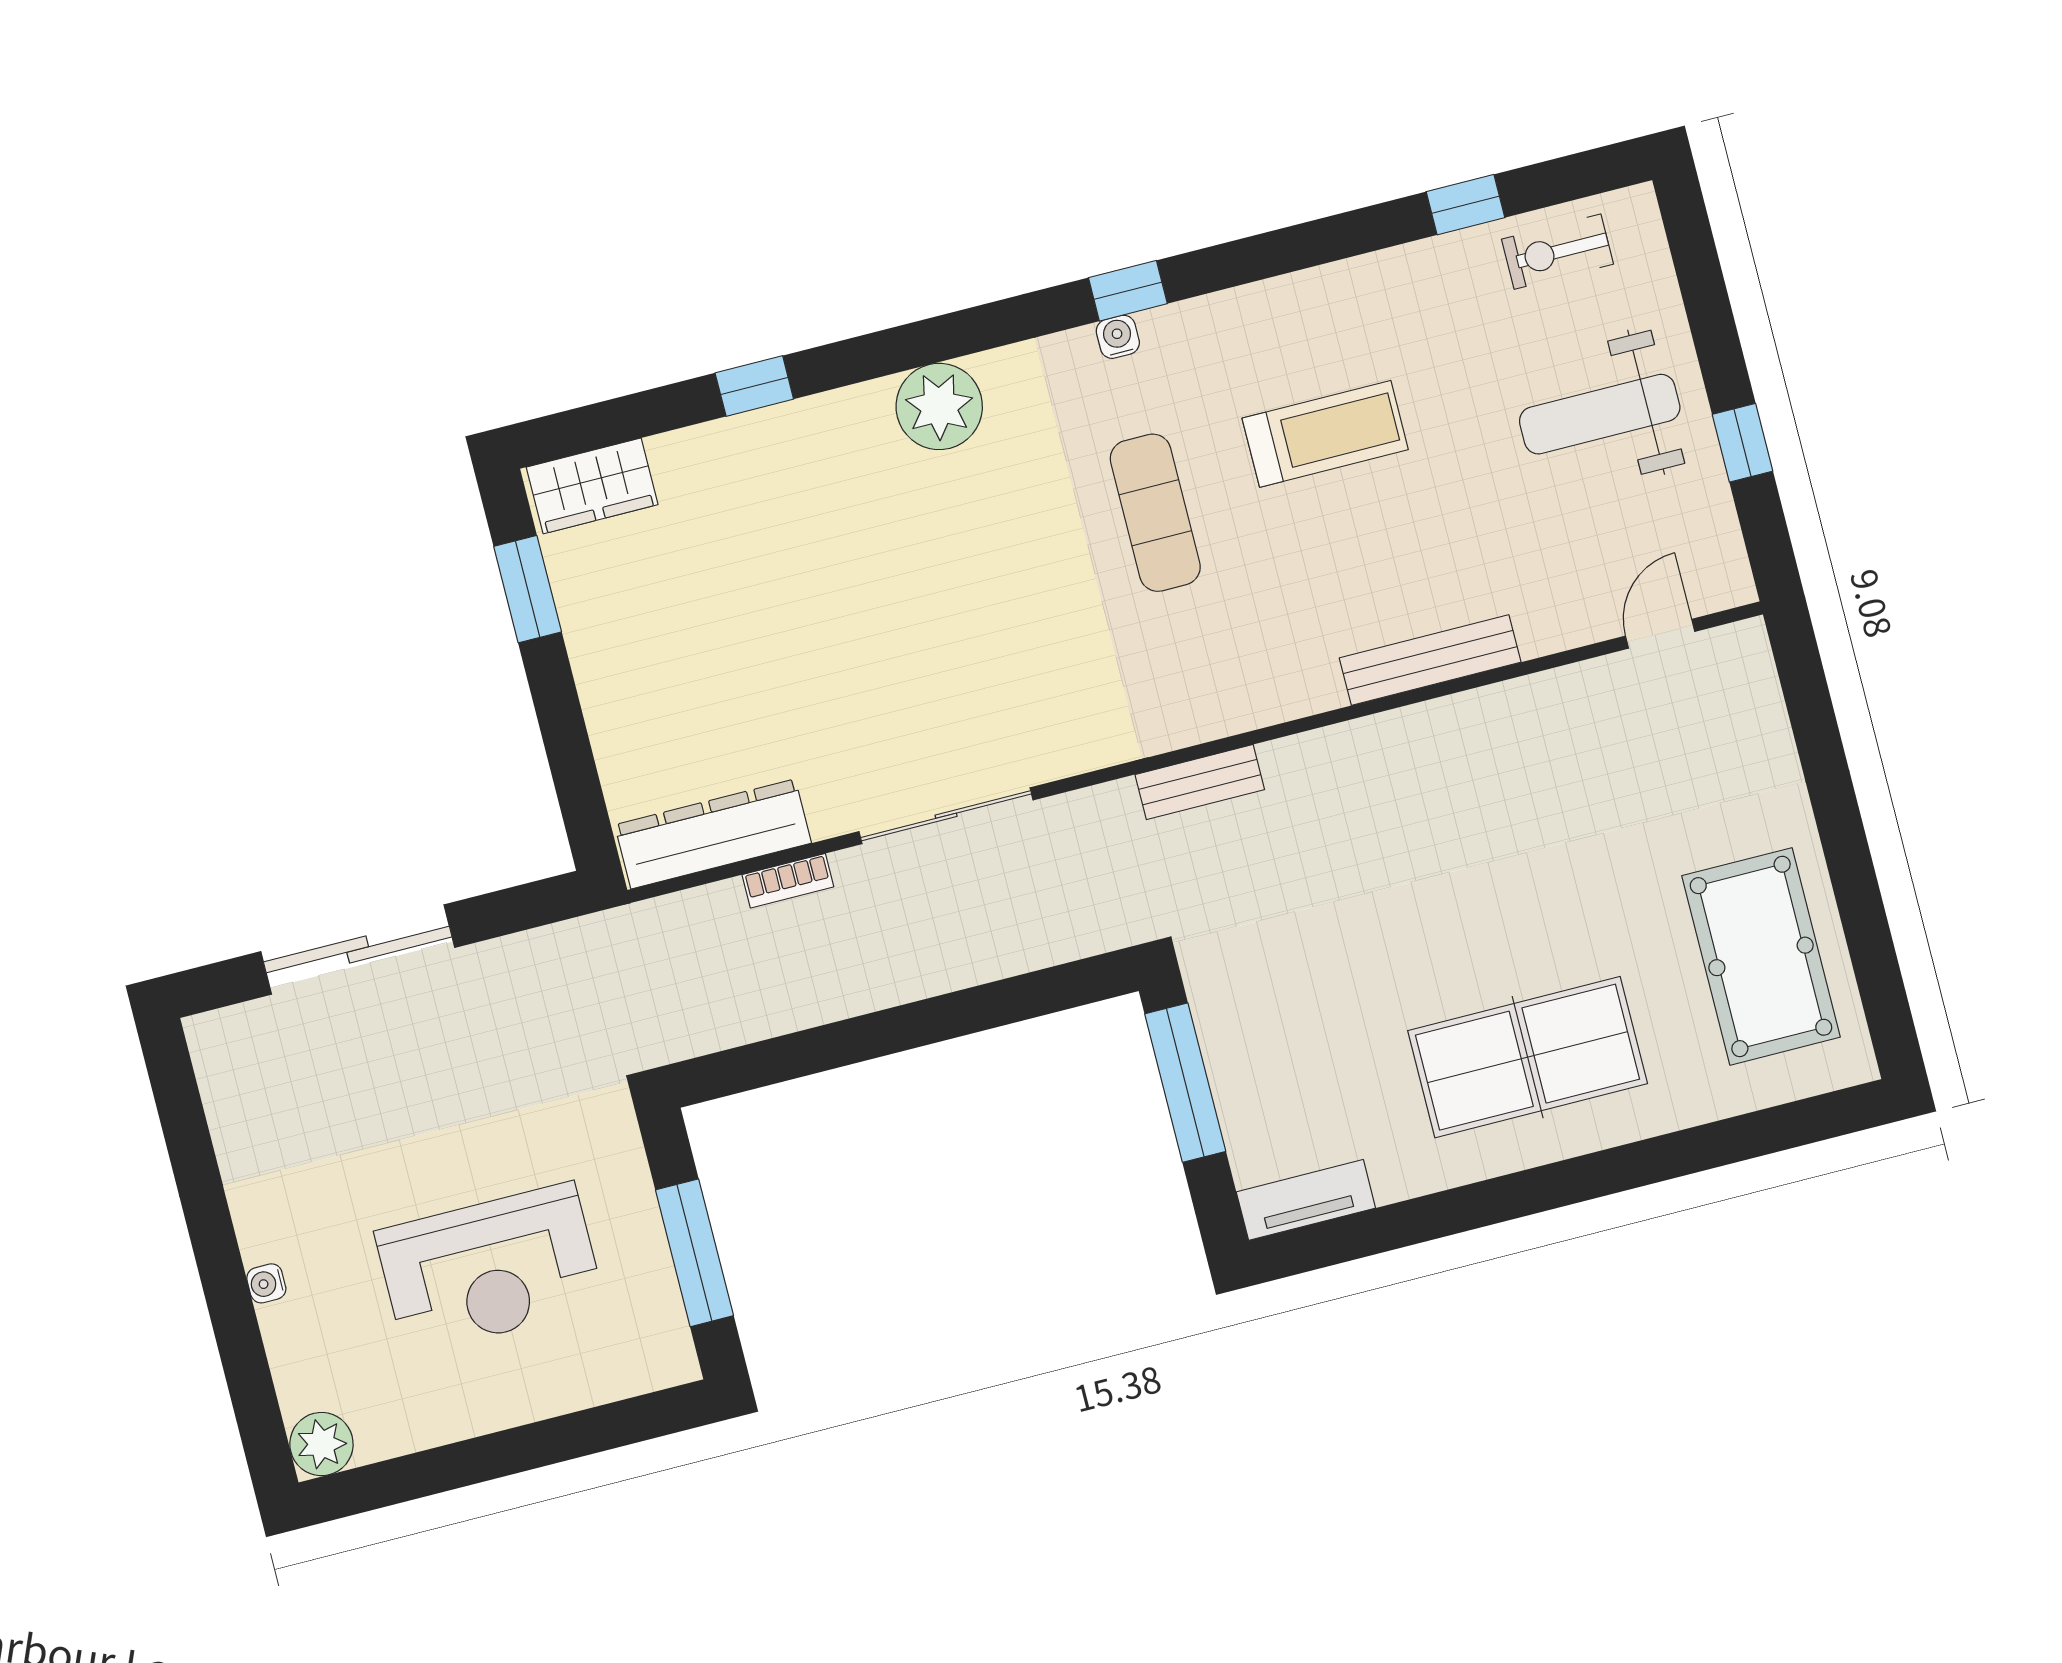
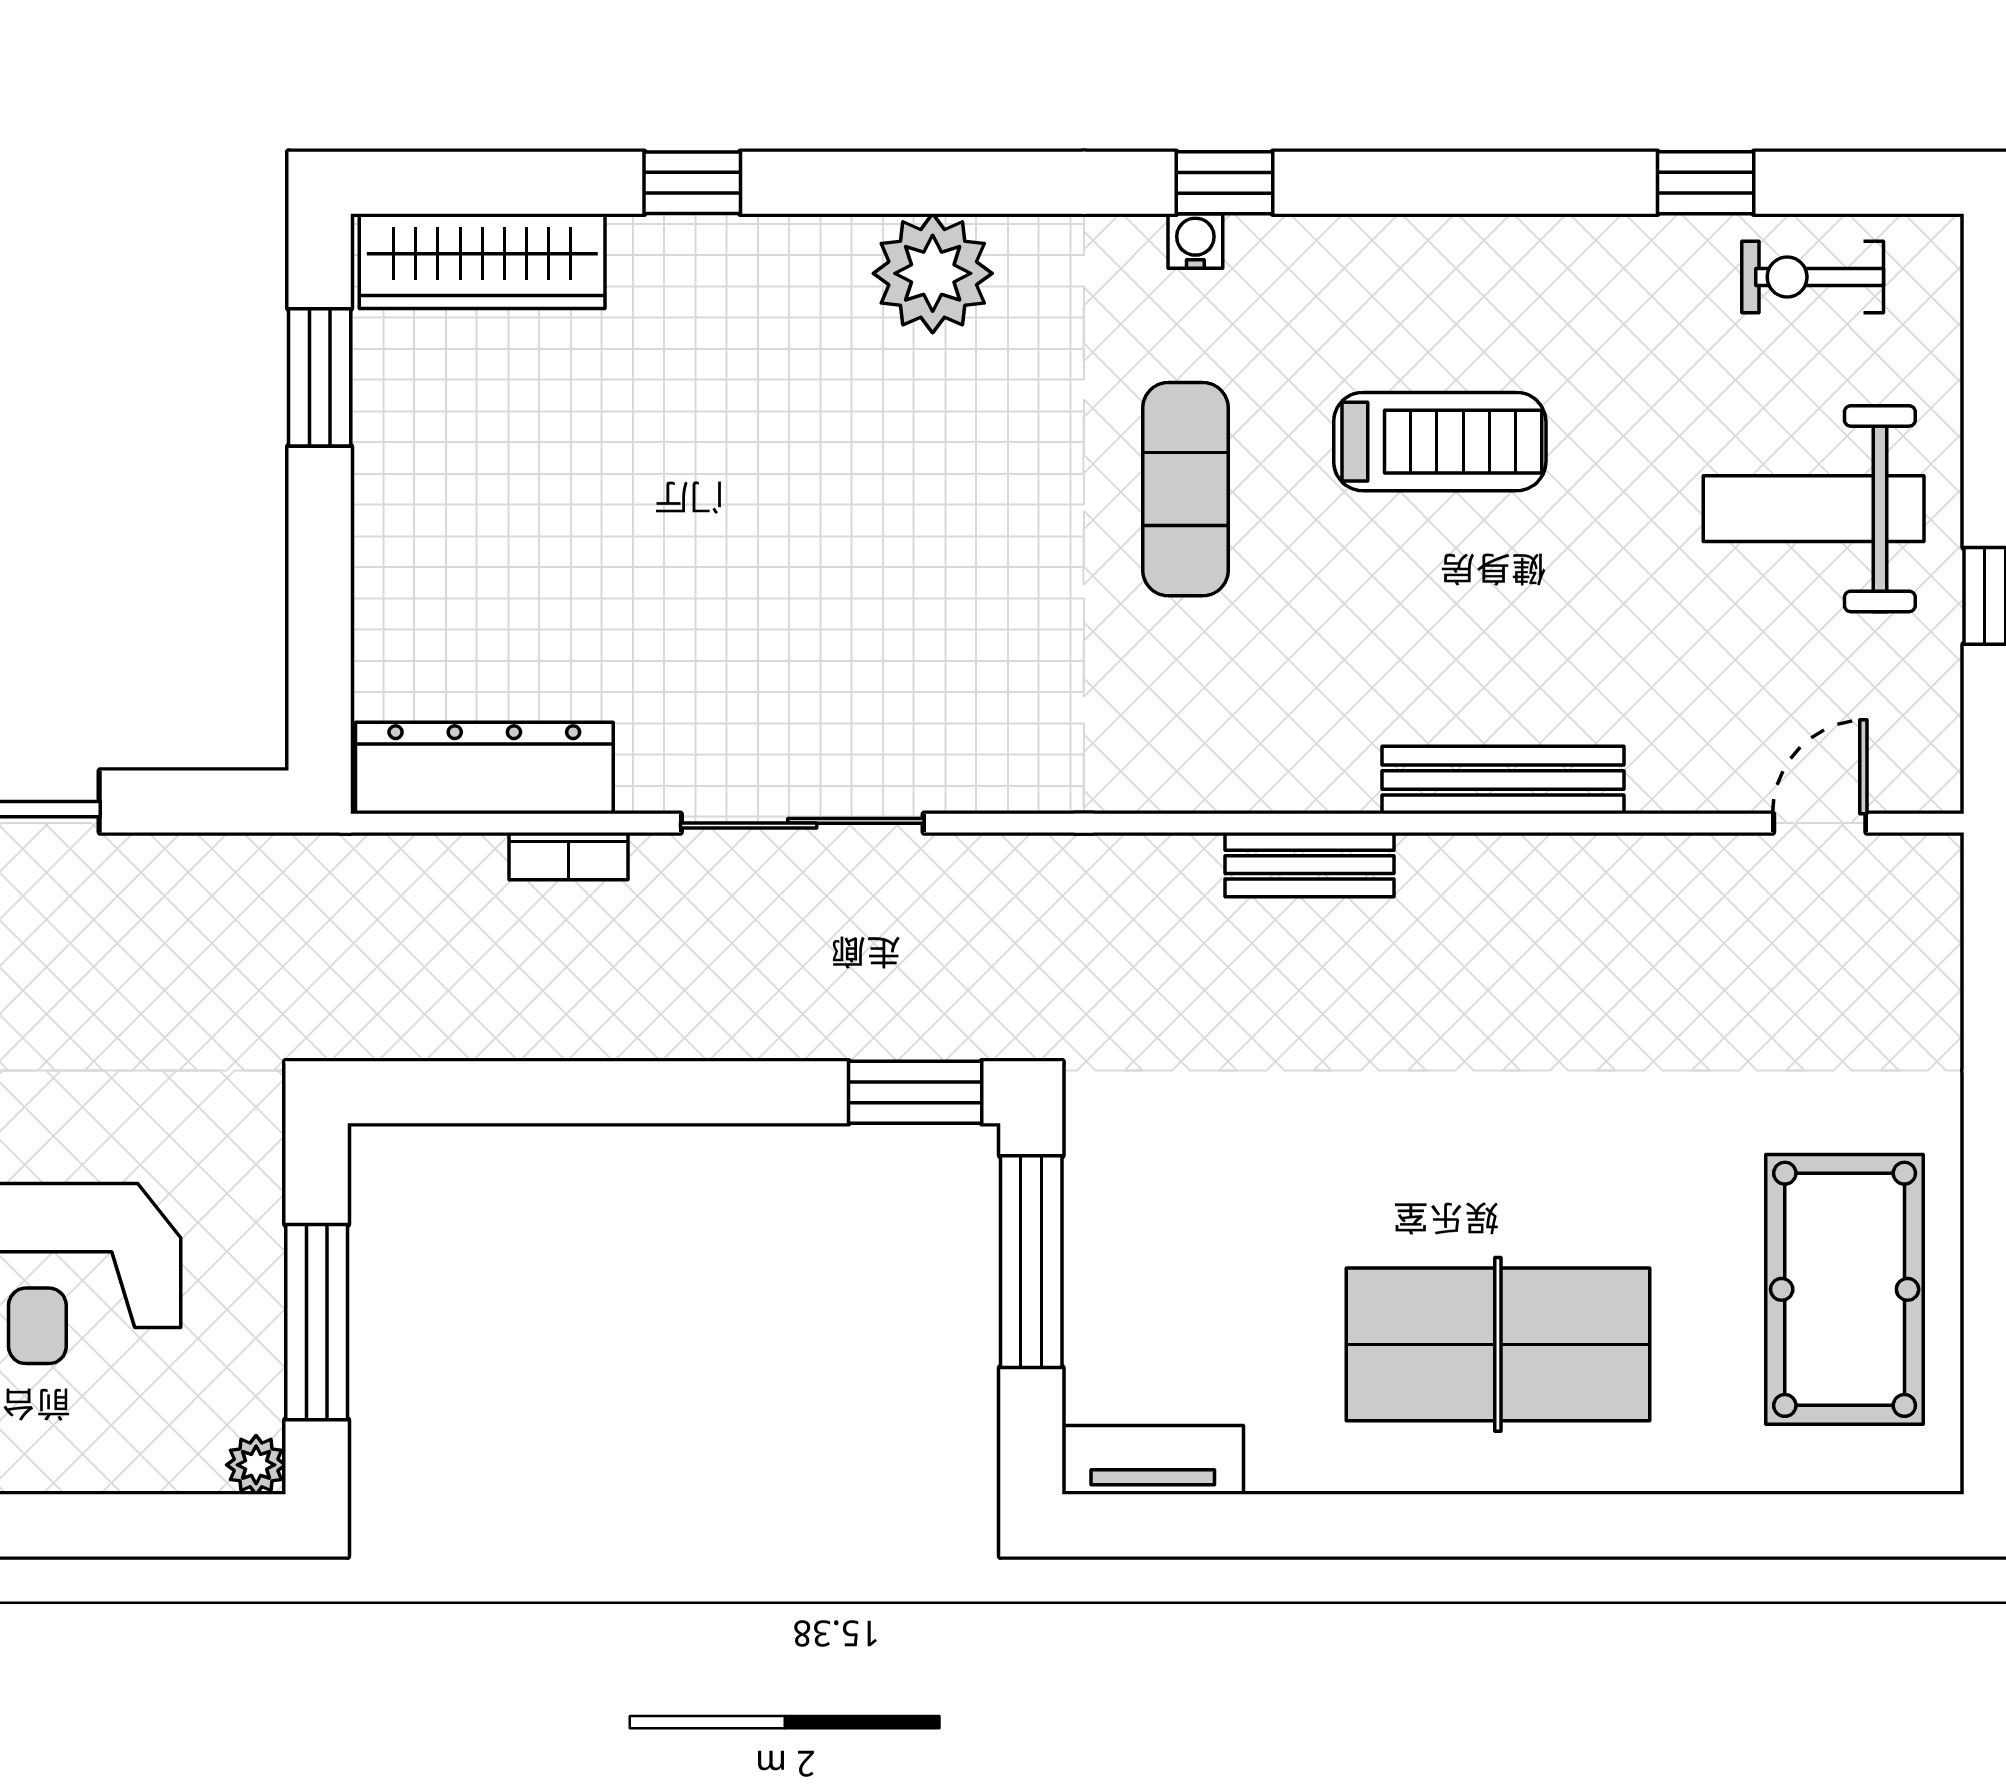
wardrobe: (592, 486) -> (482, 261), width x1.50
bench: (1200, 782) -> (1310, 865), moved
window: (1073, 984) -> (915, 1092), added
plant: (677, 1364) -> (256, 1465), added

